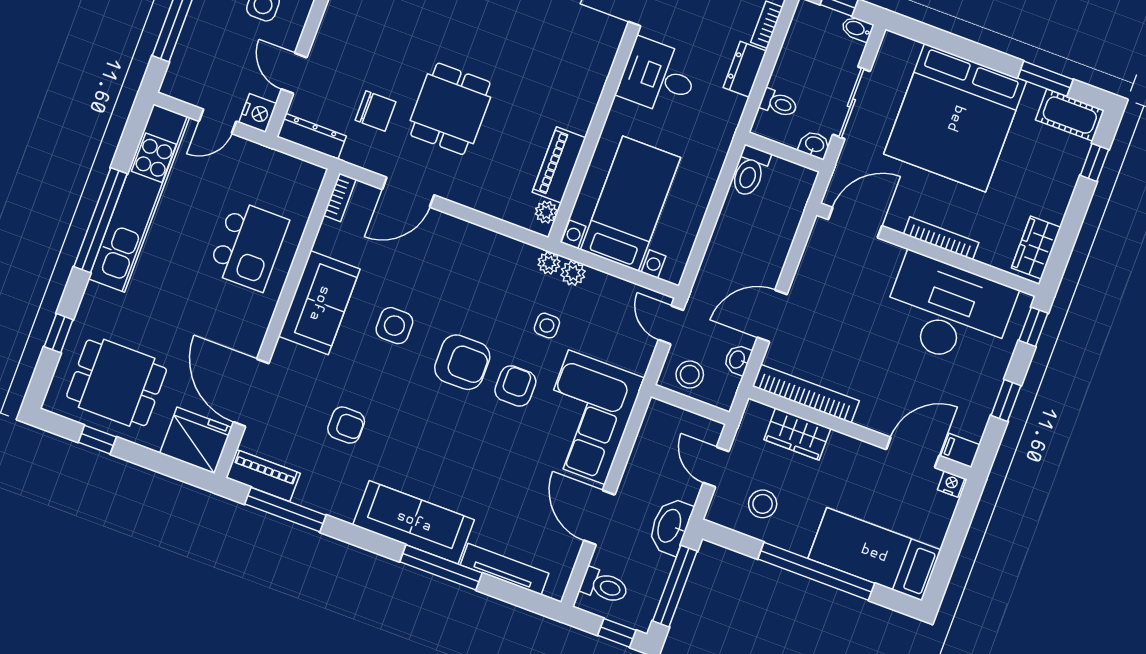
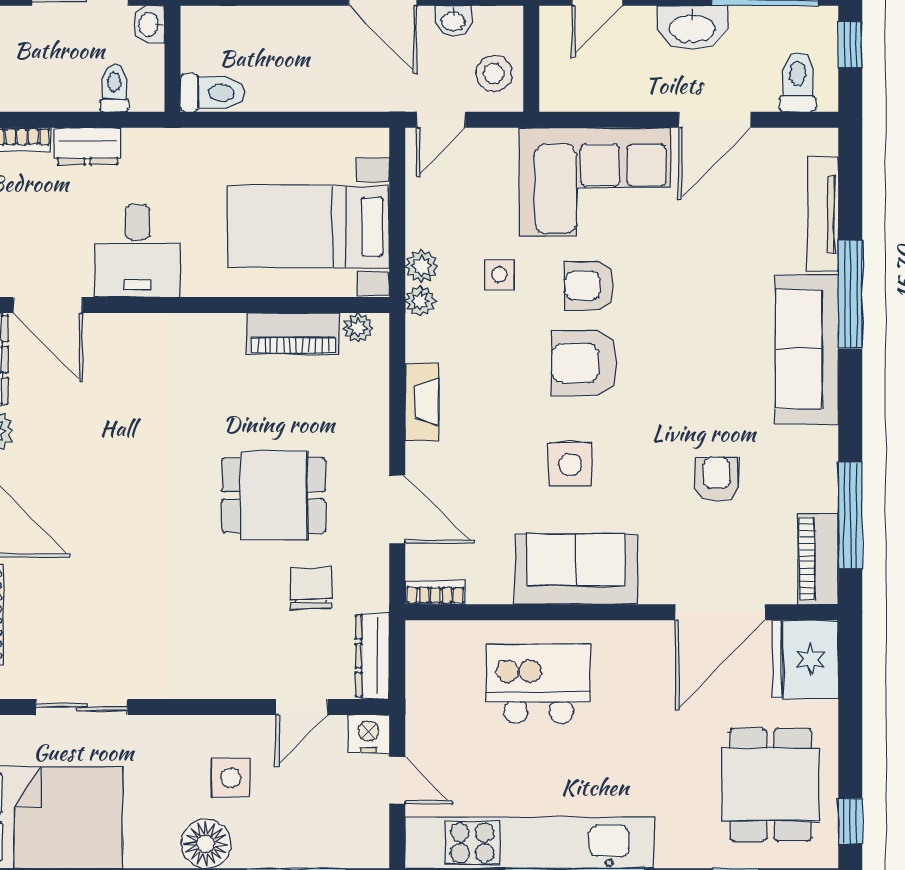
fireplace: (478, 238) -> (422, 402), added
armchair: (462, 362) -> (584, 363), turned -90
window: (97, 440) -> (850, 821), moved

